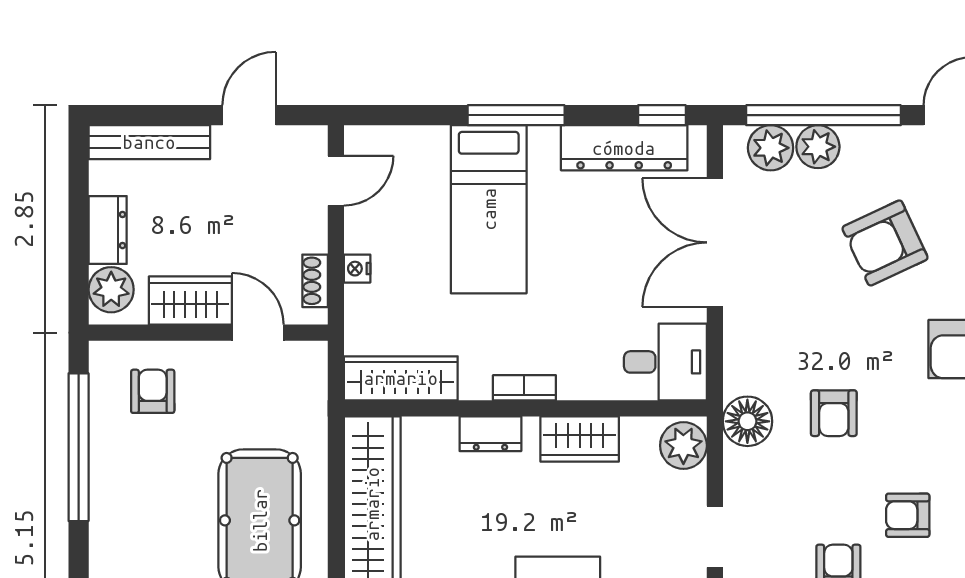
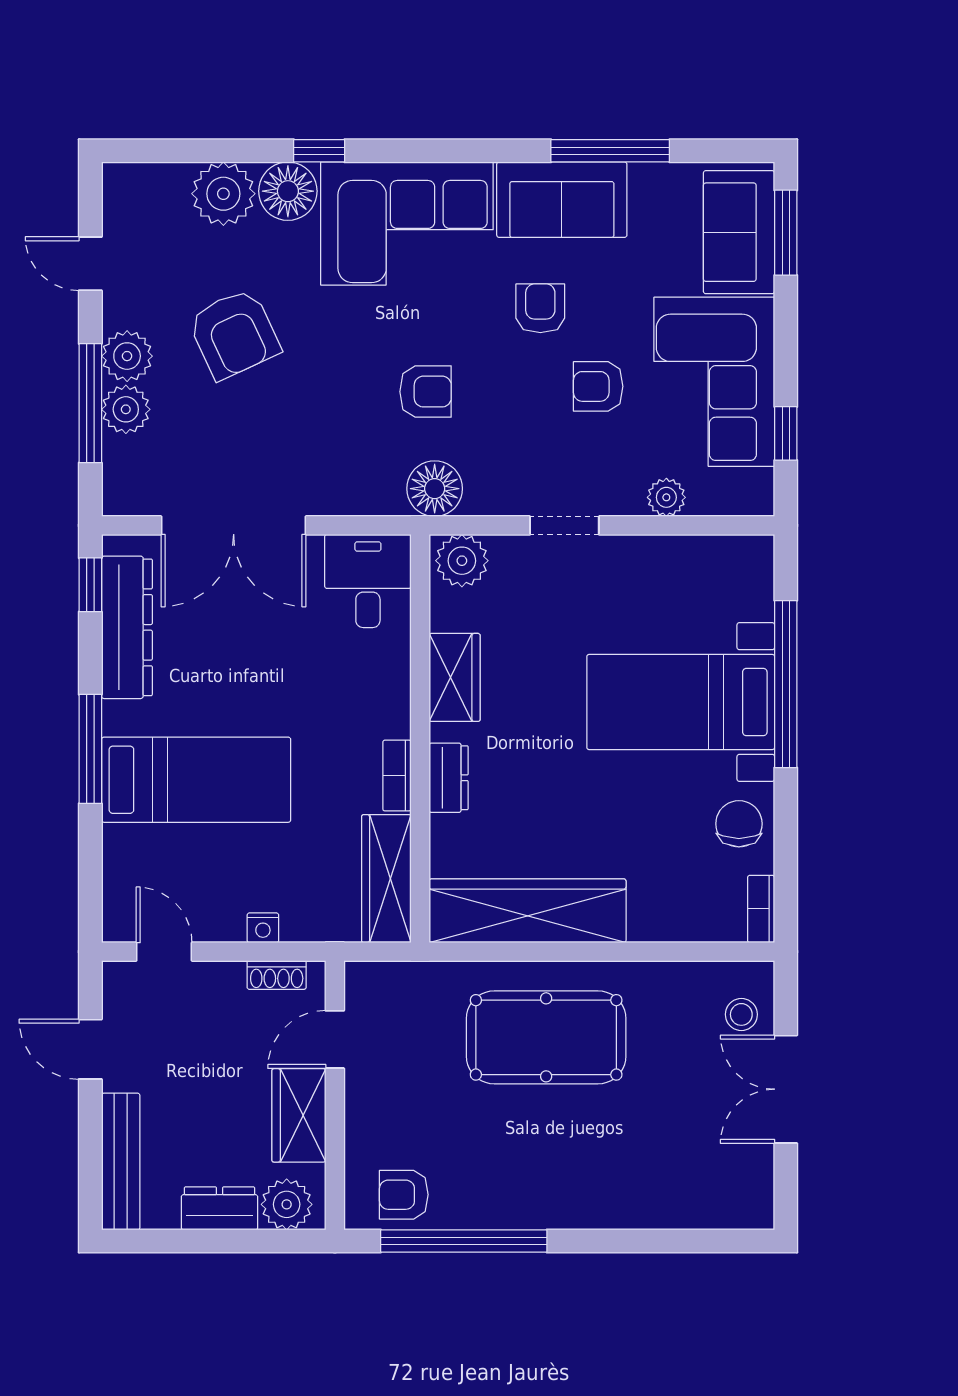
window: (823, 115) -> (90, 403), width x0.68
plant: (771, 148) -> (127, 356), moved
bookcase: (524, 388) -> (397, 776), moved
armchair: (153, 391) -> (404, 1195), moved
armchair: (908, 515) -> (540, 308), turned 180

